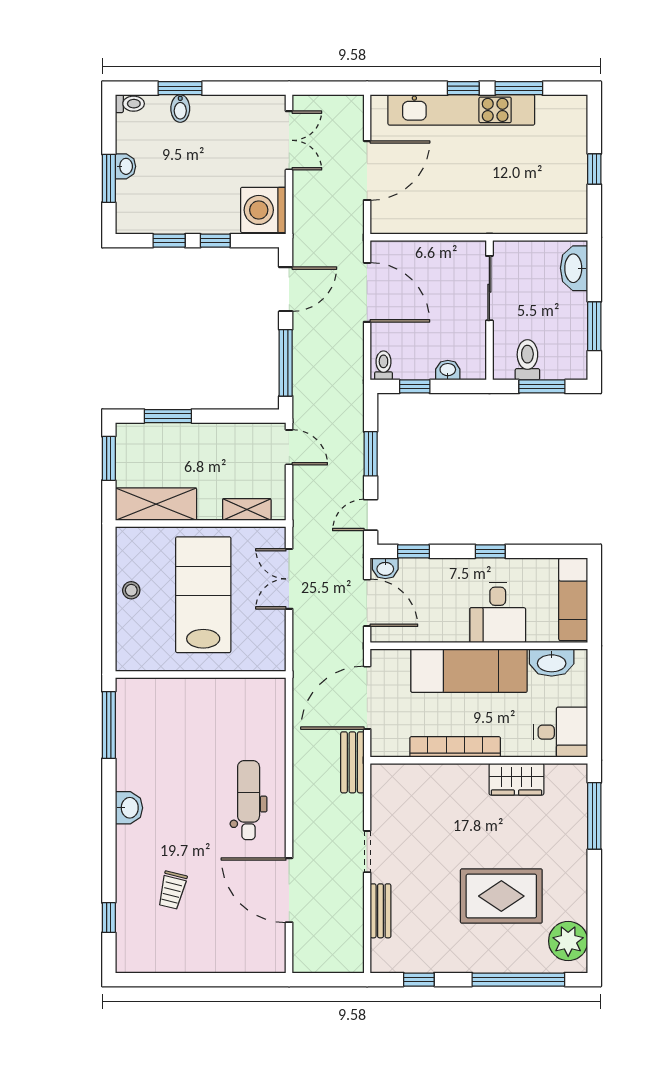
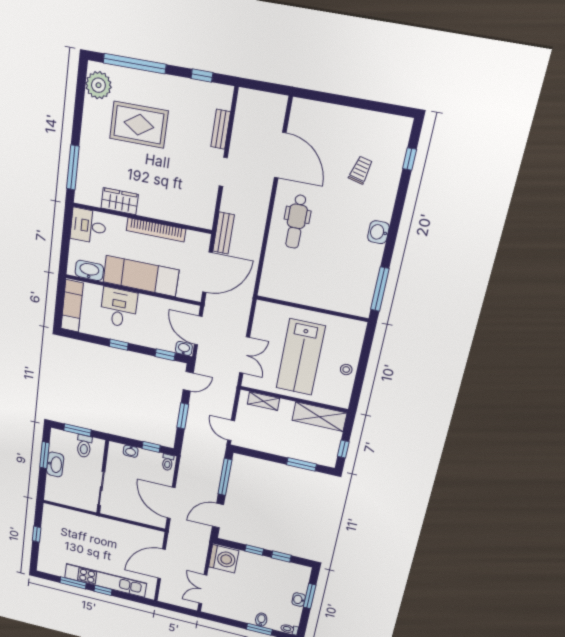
washbasin: (574, 268) -> (55, 464), moved
window: (109, 458) -> (343, 449), width x0.67

